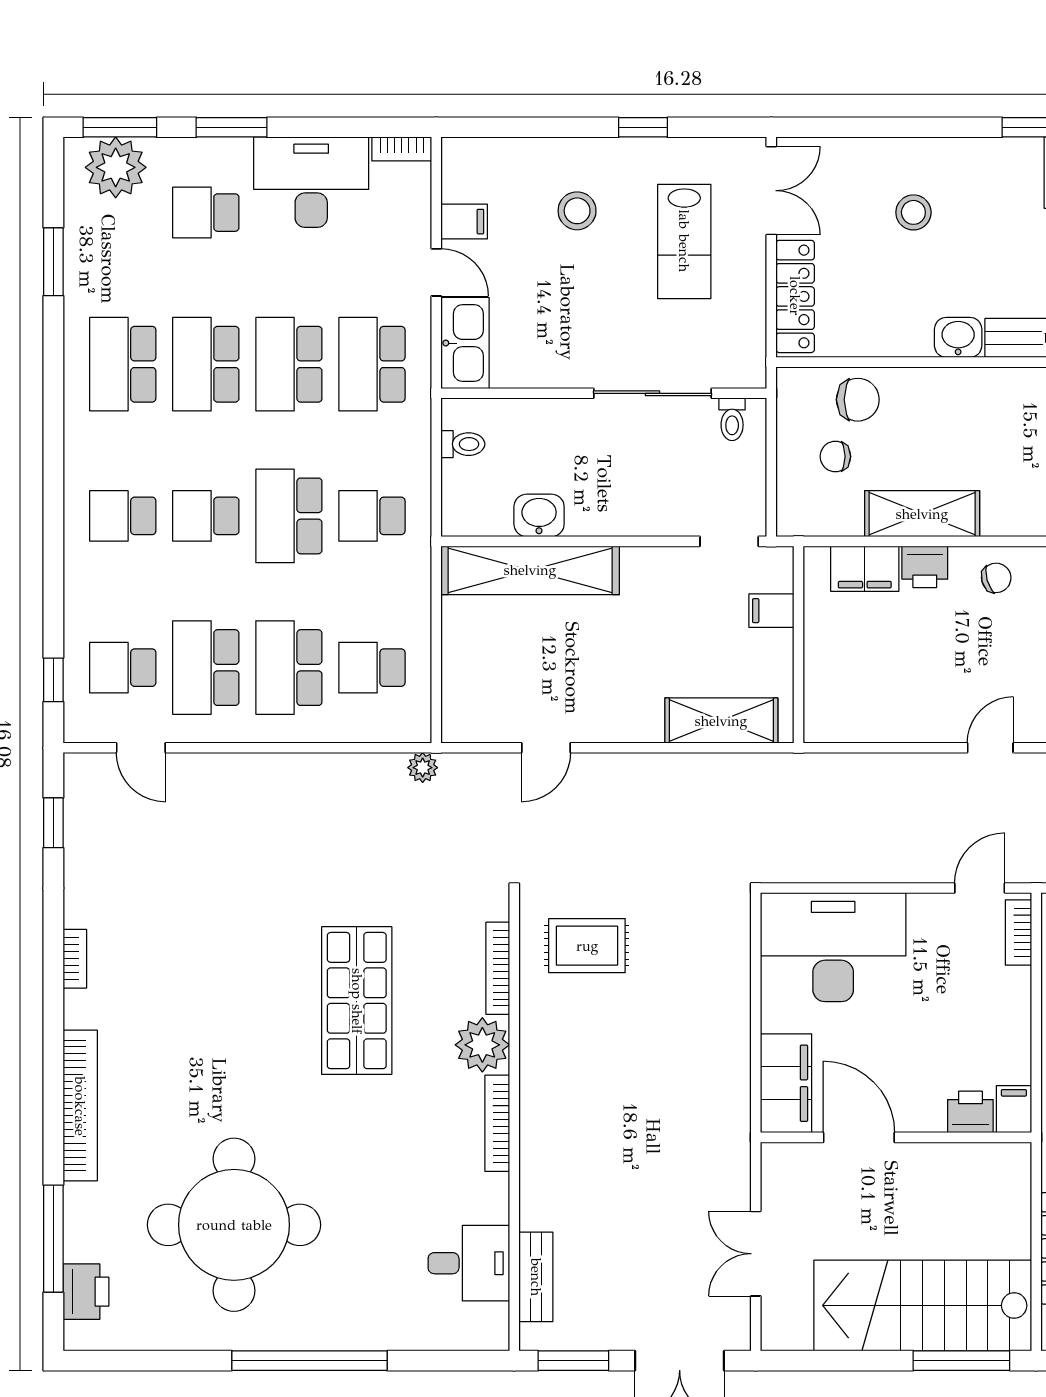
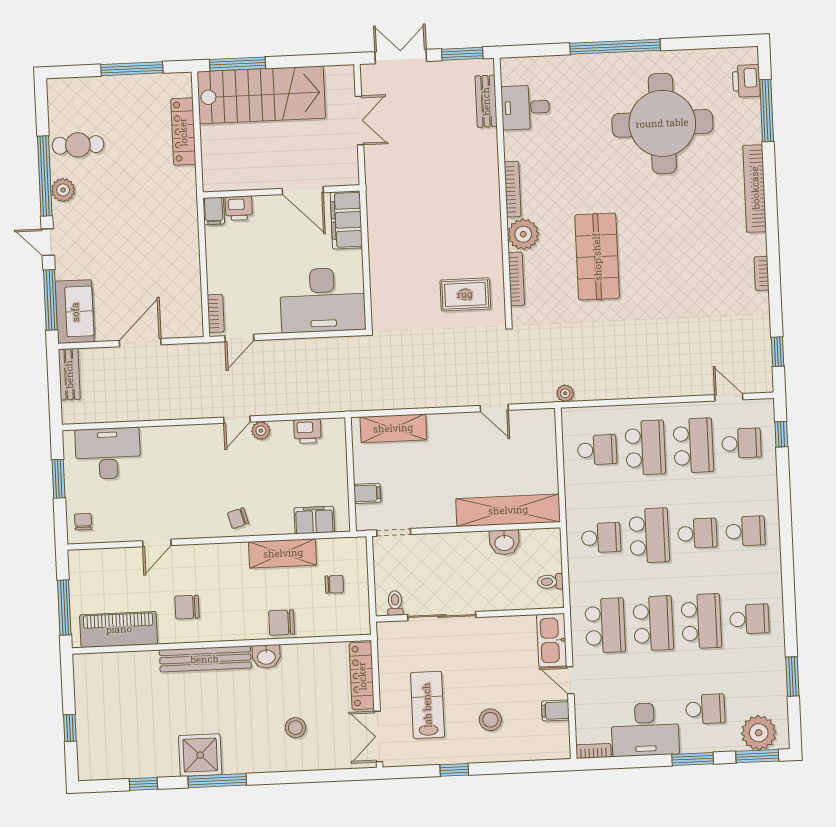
school desk: (123, 364) -> (749, 619), width x0.54
chair: (858, 400) -> (282, 623), moved
printer: (925, 567) -> (307, 431), moved, turned 180
plant: (950, 727) -> (261, 431), added
door: (546, 748) -> (494, 408), swing flipped

